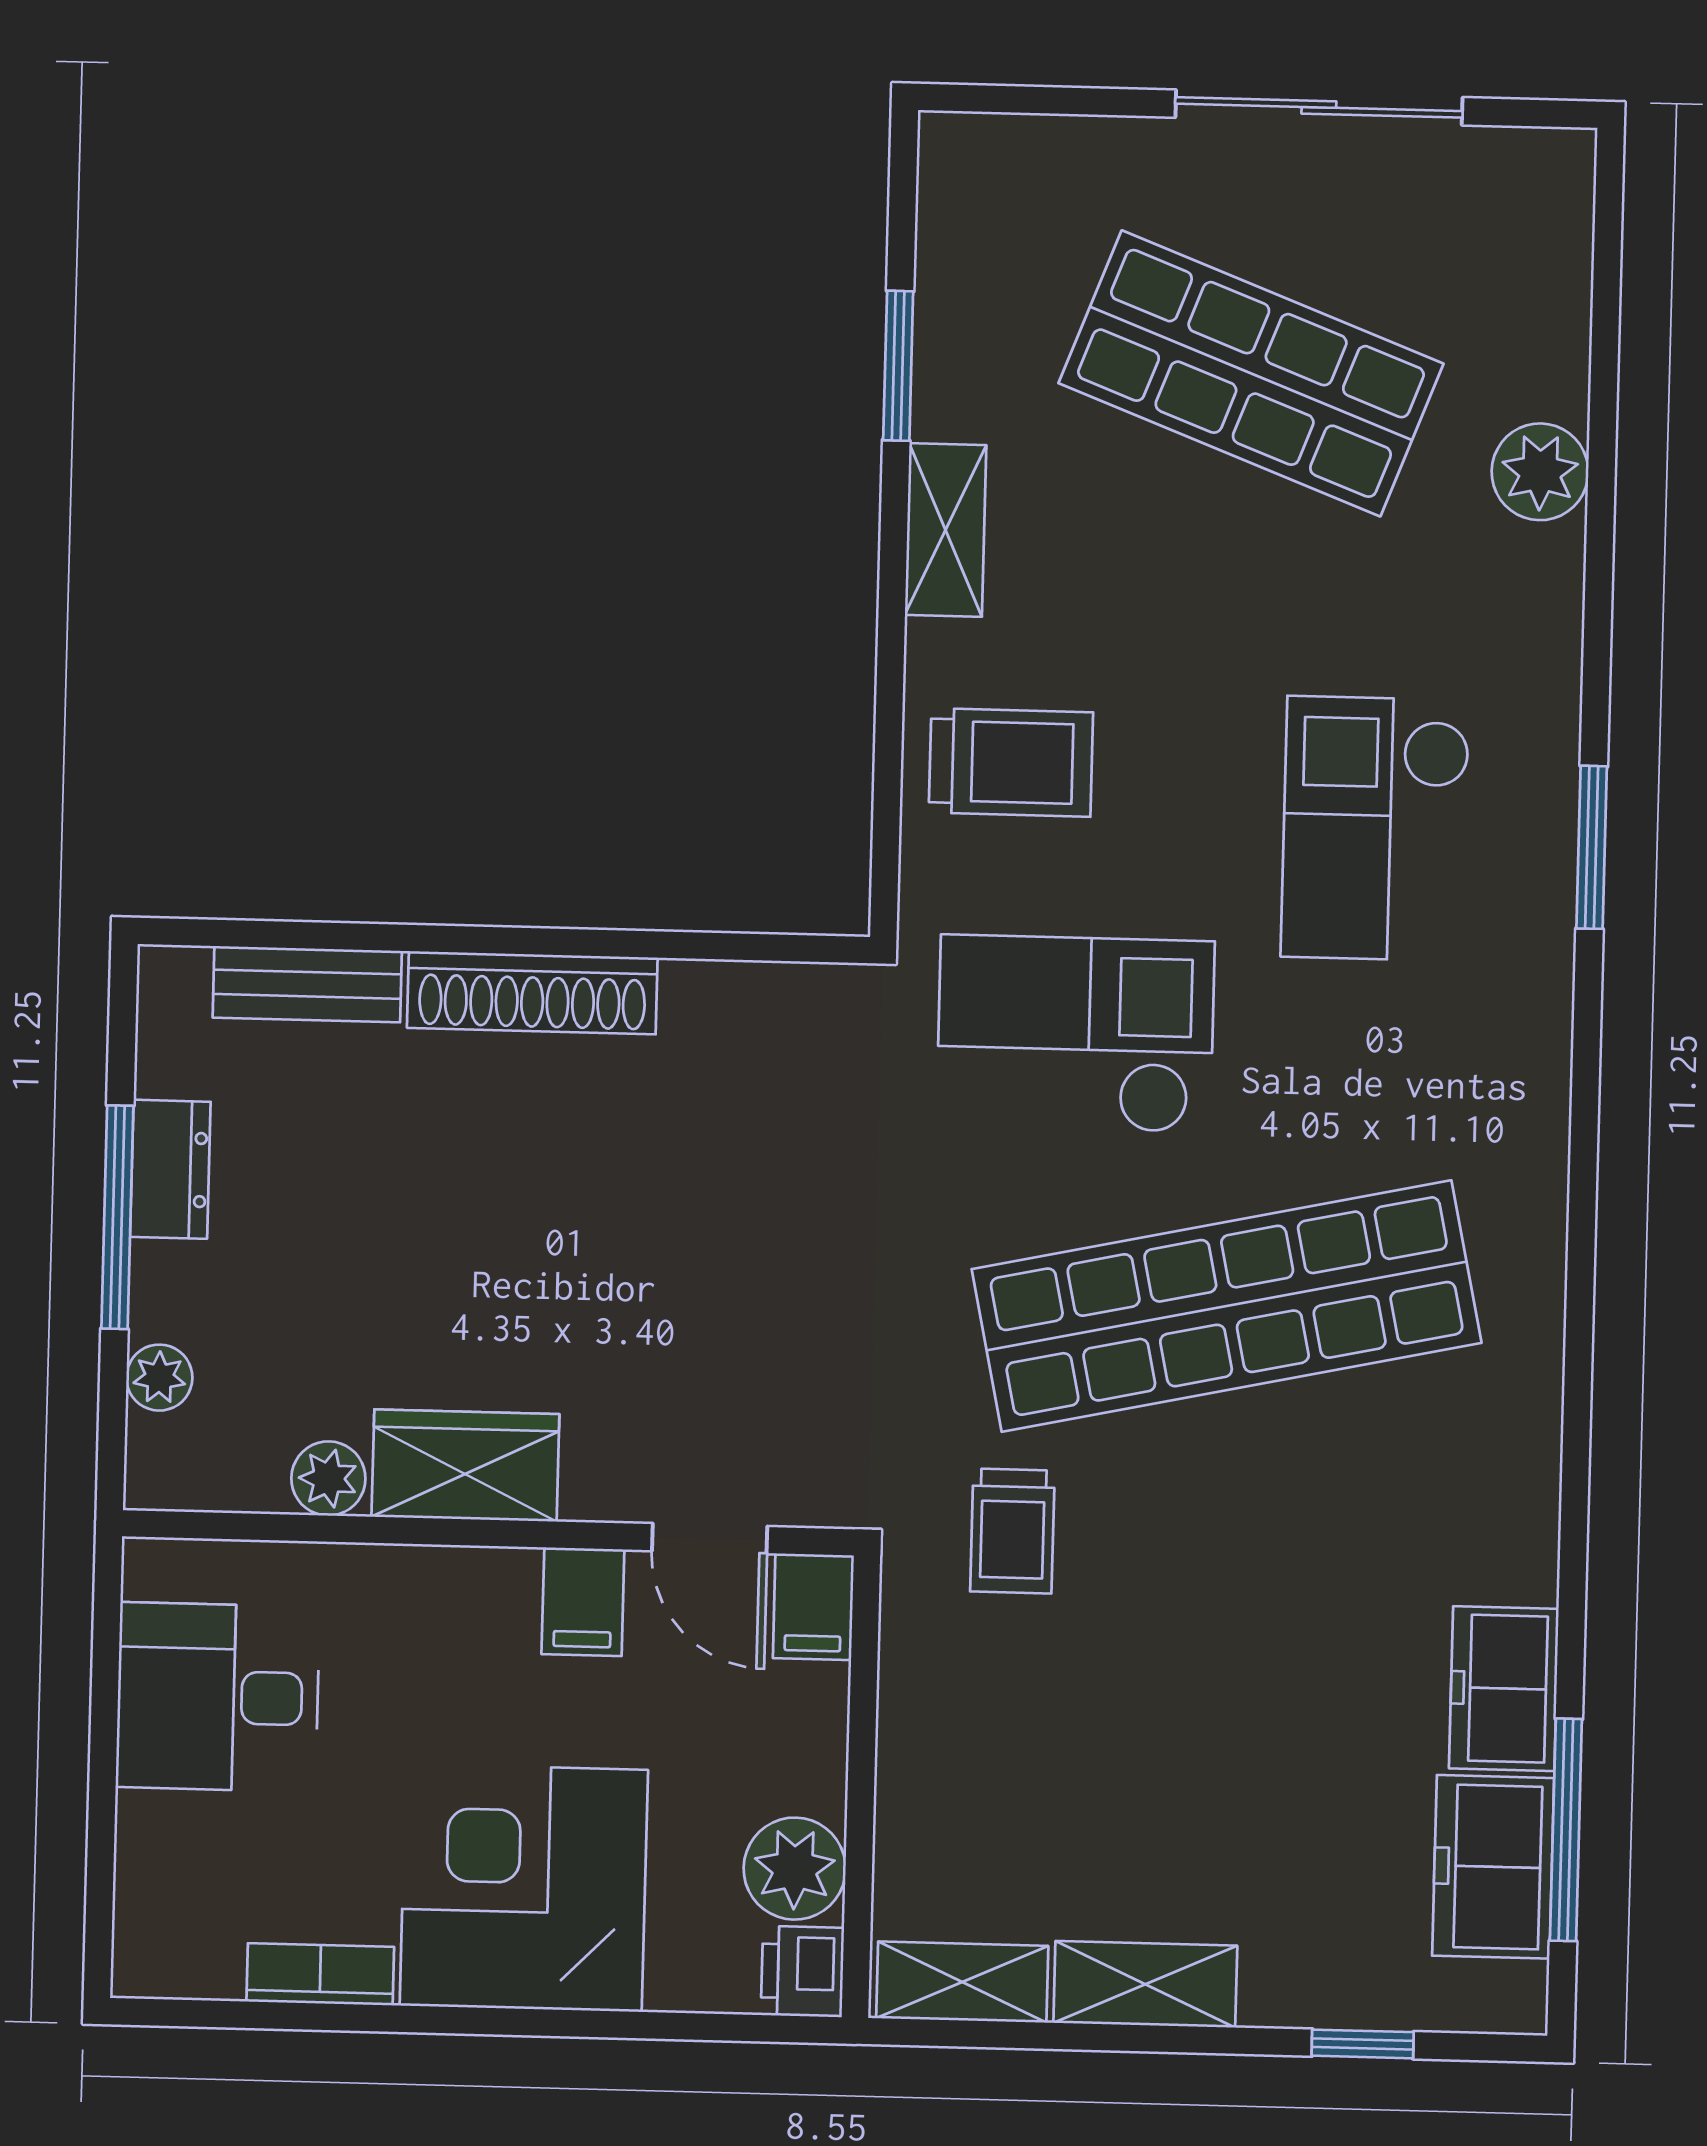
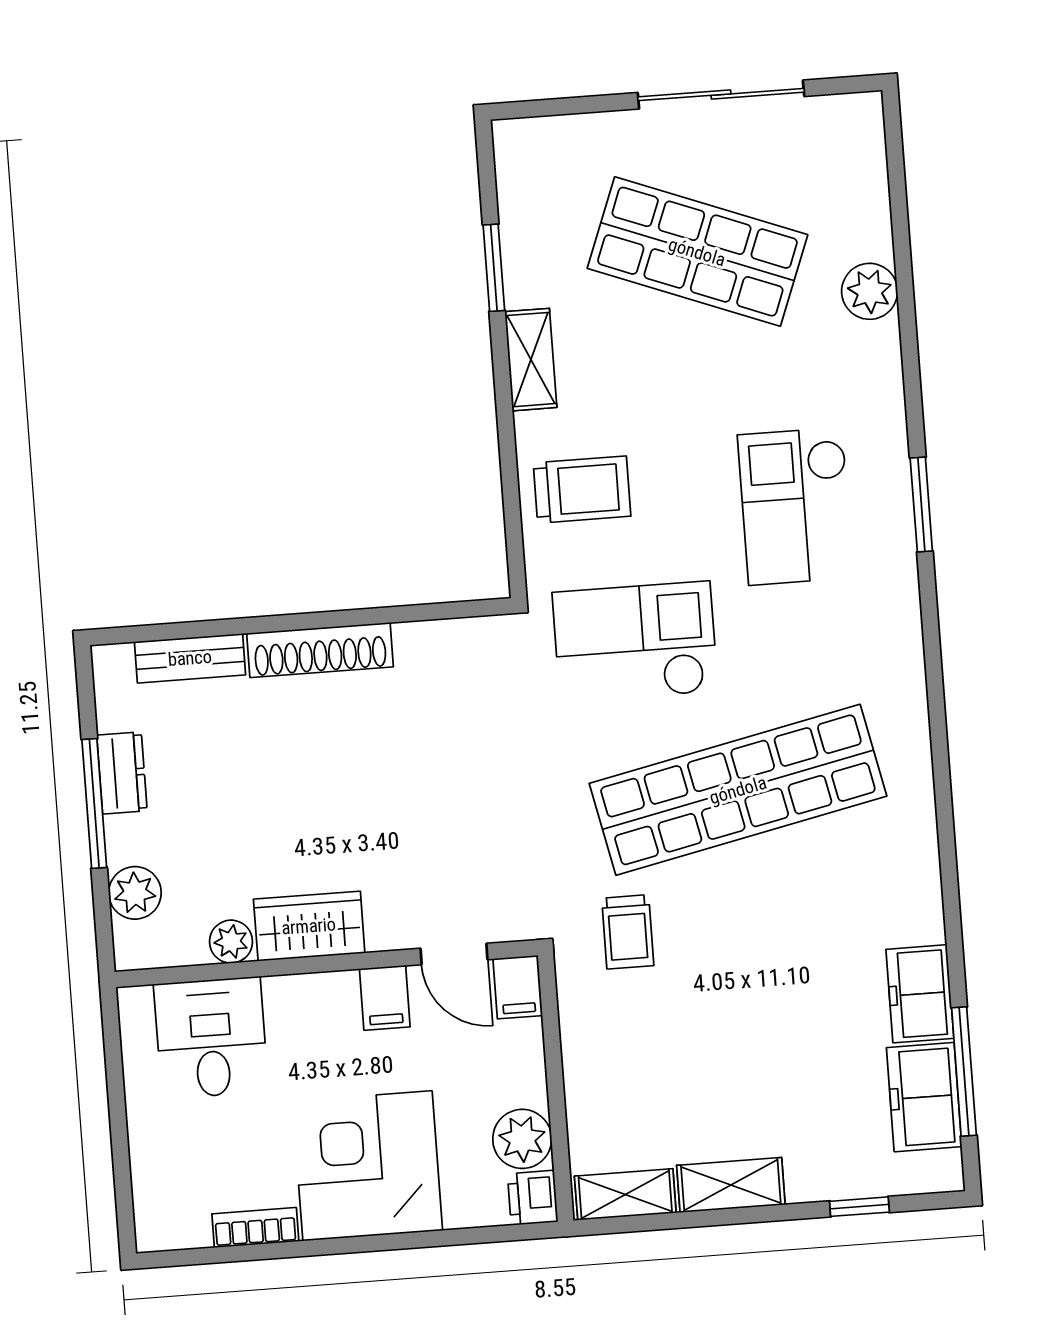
plant: (159, 1378) -> (135, 893), width x1.38, depth x1.38
desk: (218, 1697) -> (211, 1038), moved, turned 90

